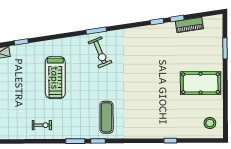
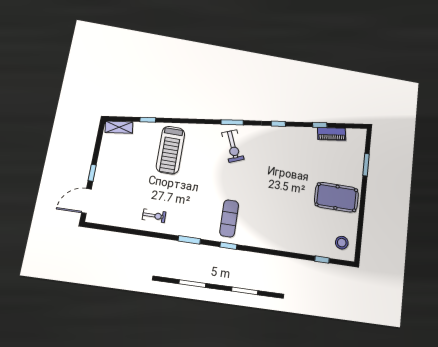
window: (157, 22) -> (278, 124), moved
treadmill: (55, 78) -> (170, 150), moved
window: (98, 141) -> (228, 246), moved
window: (170, 141) -> (322, 260), moved

